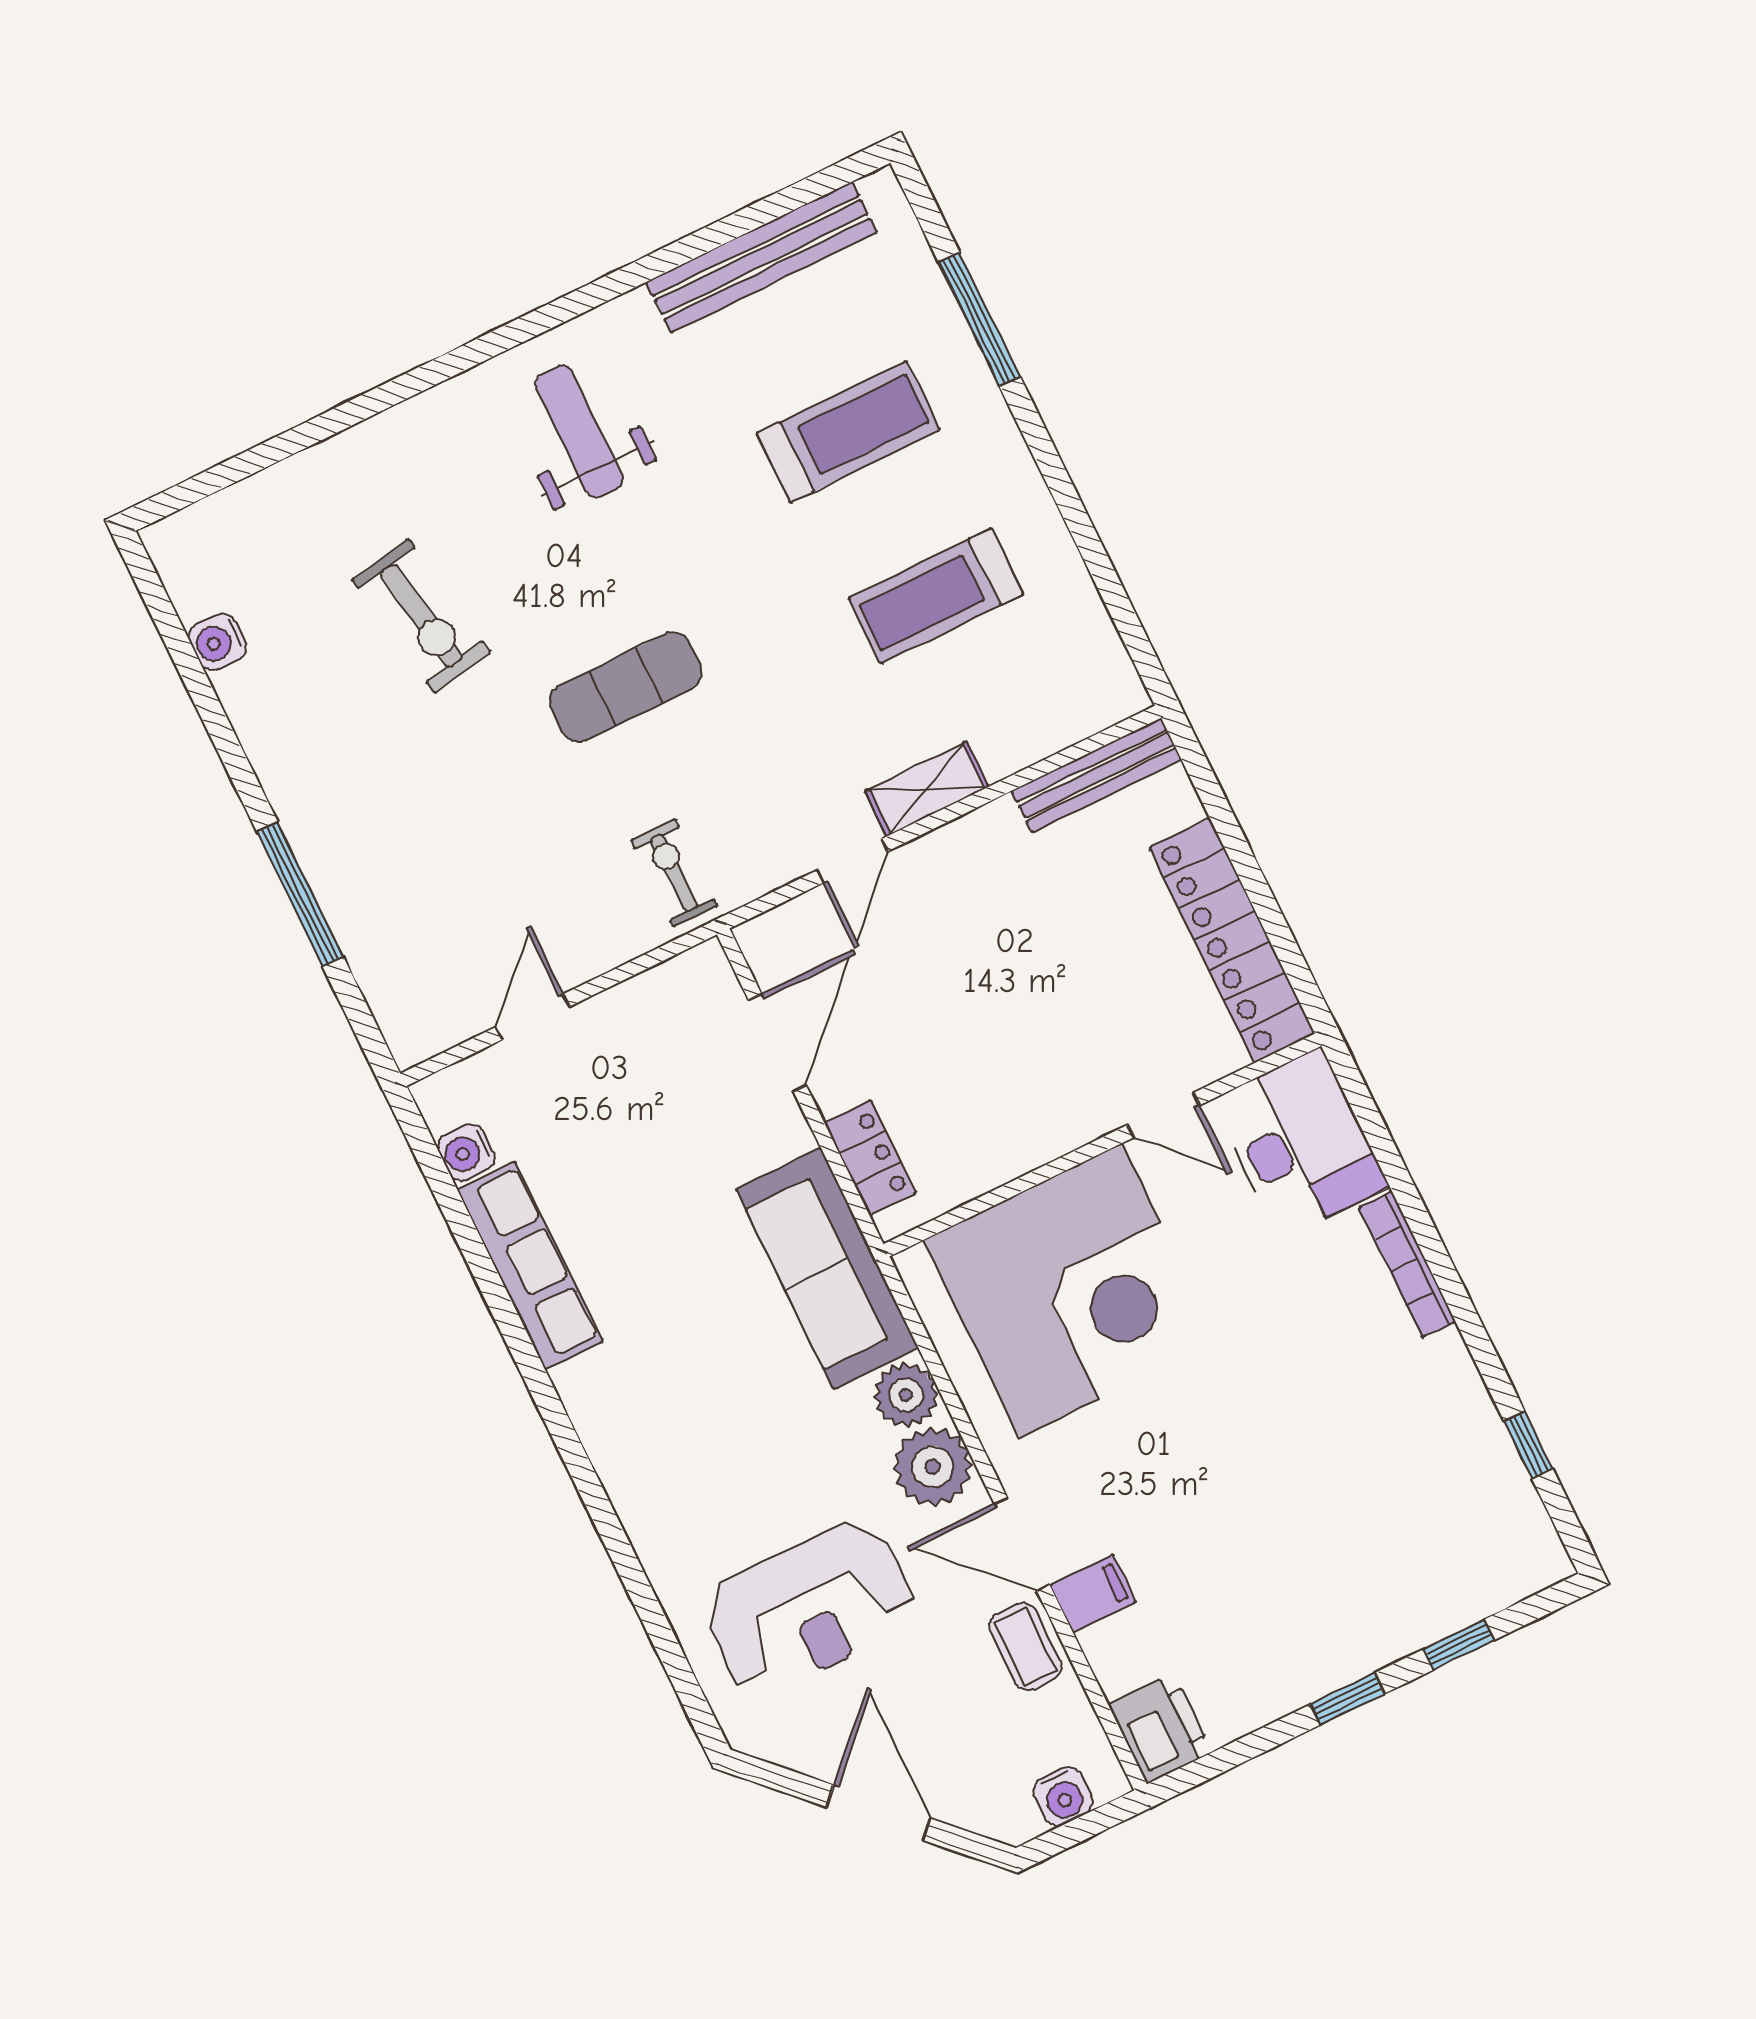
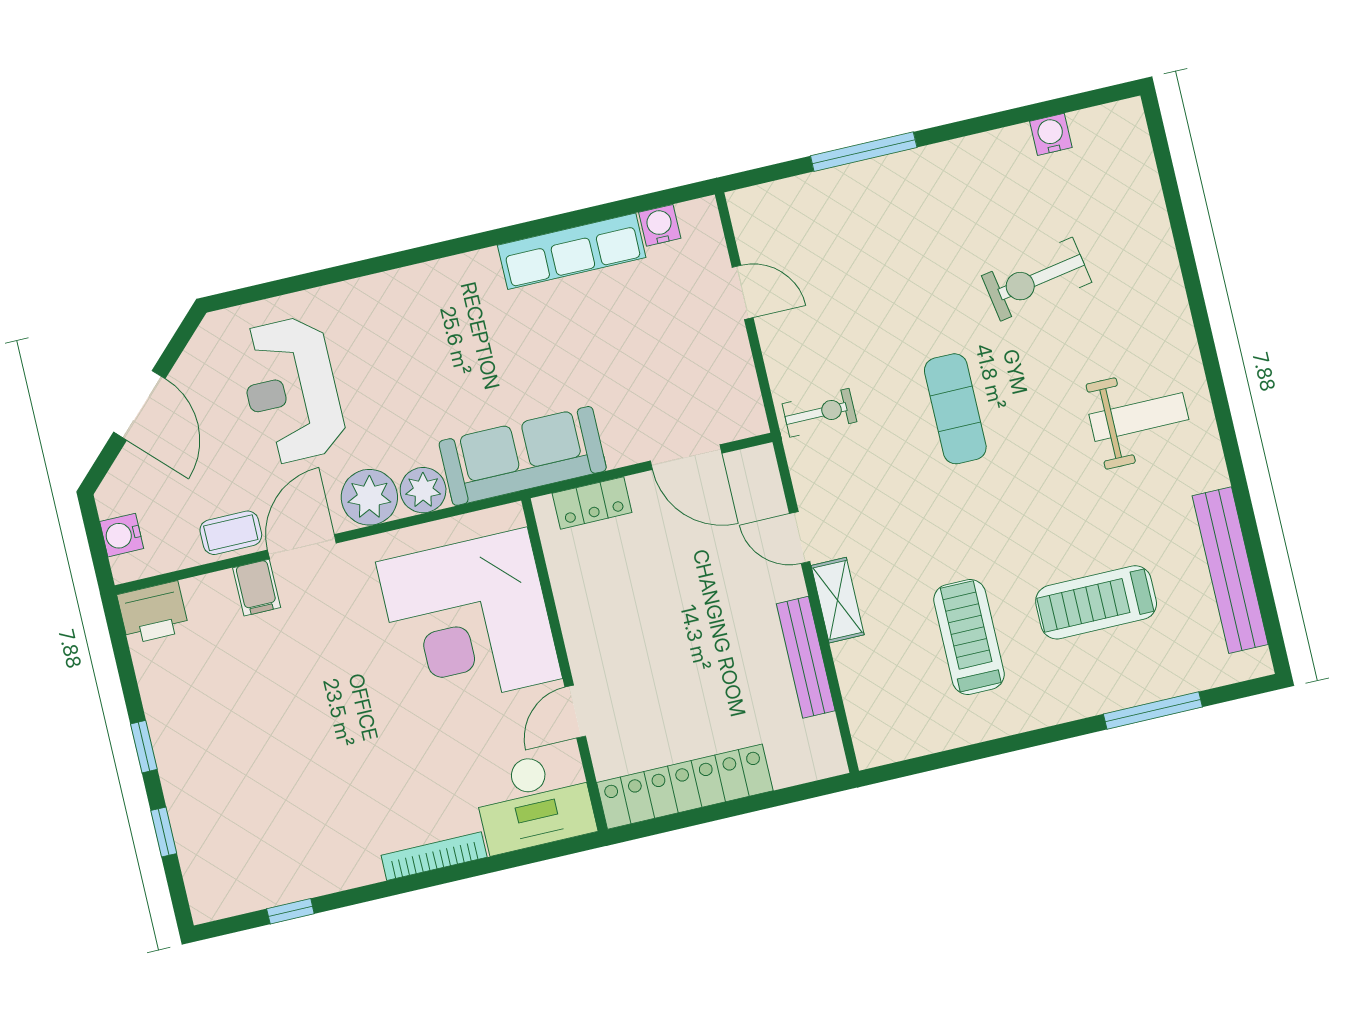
treadmill: (848, 432) -> (1096, 602), turned 90
bench: (1097, 775) -> (806, 657), moved
door: (879, 1813) -> (139, 405), hinge flipped

